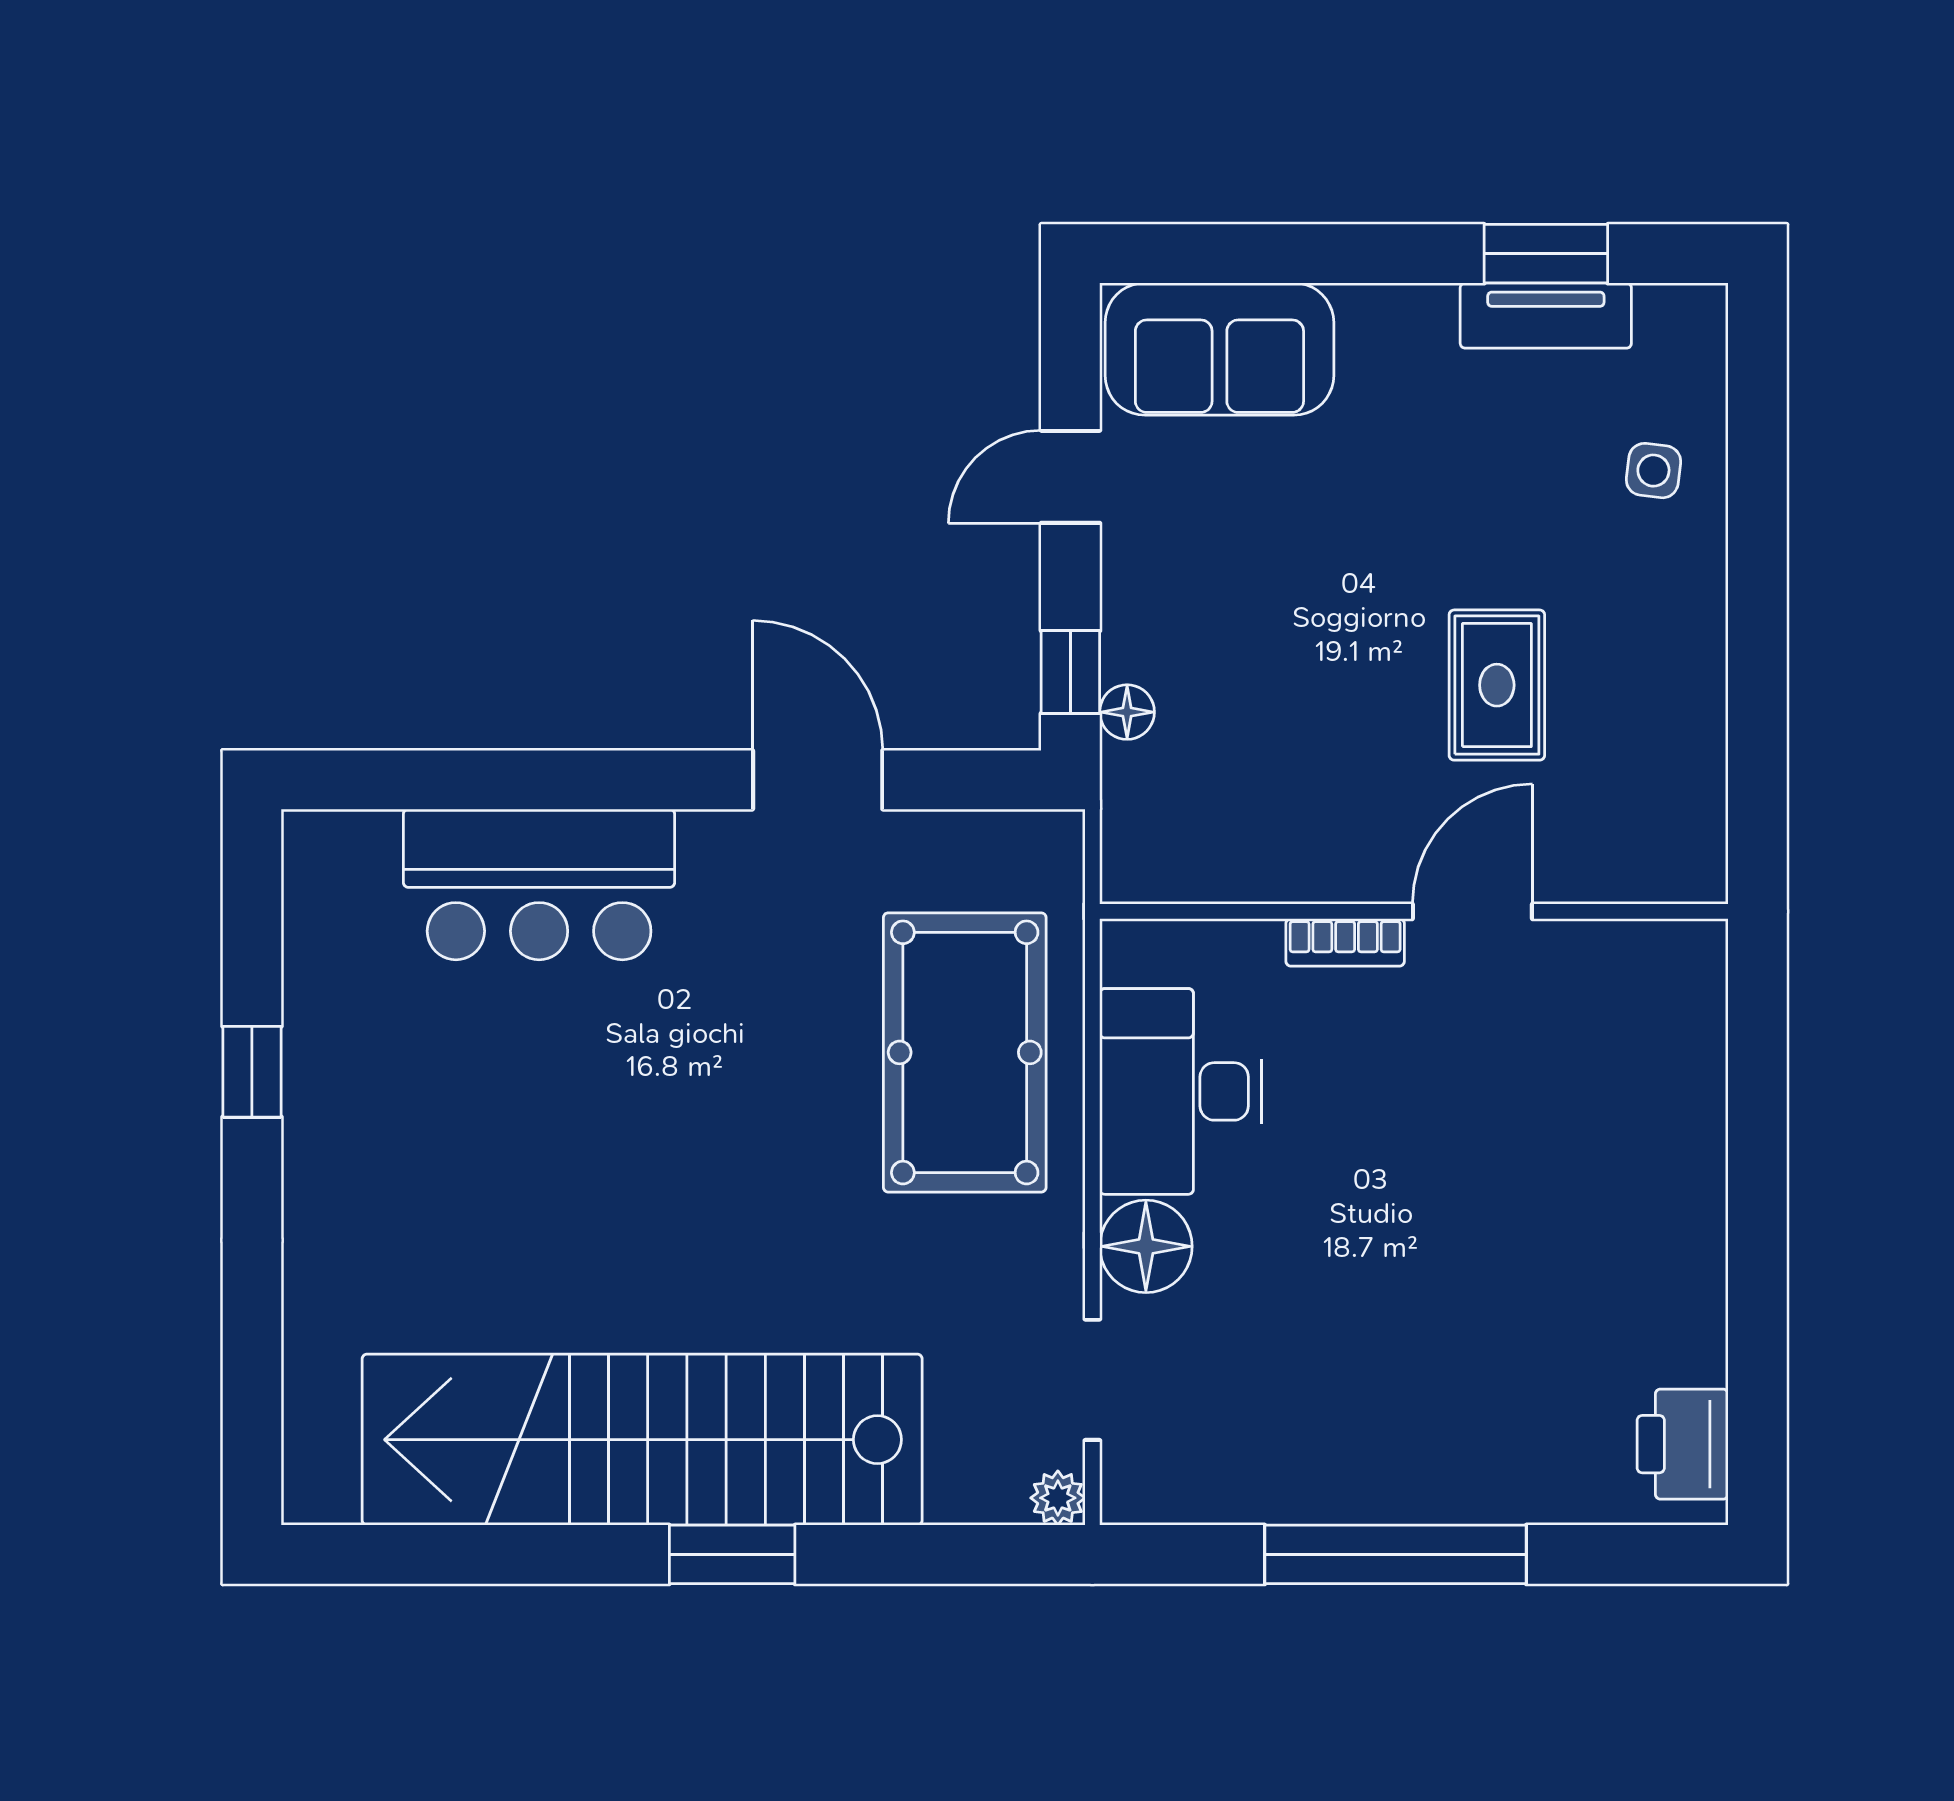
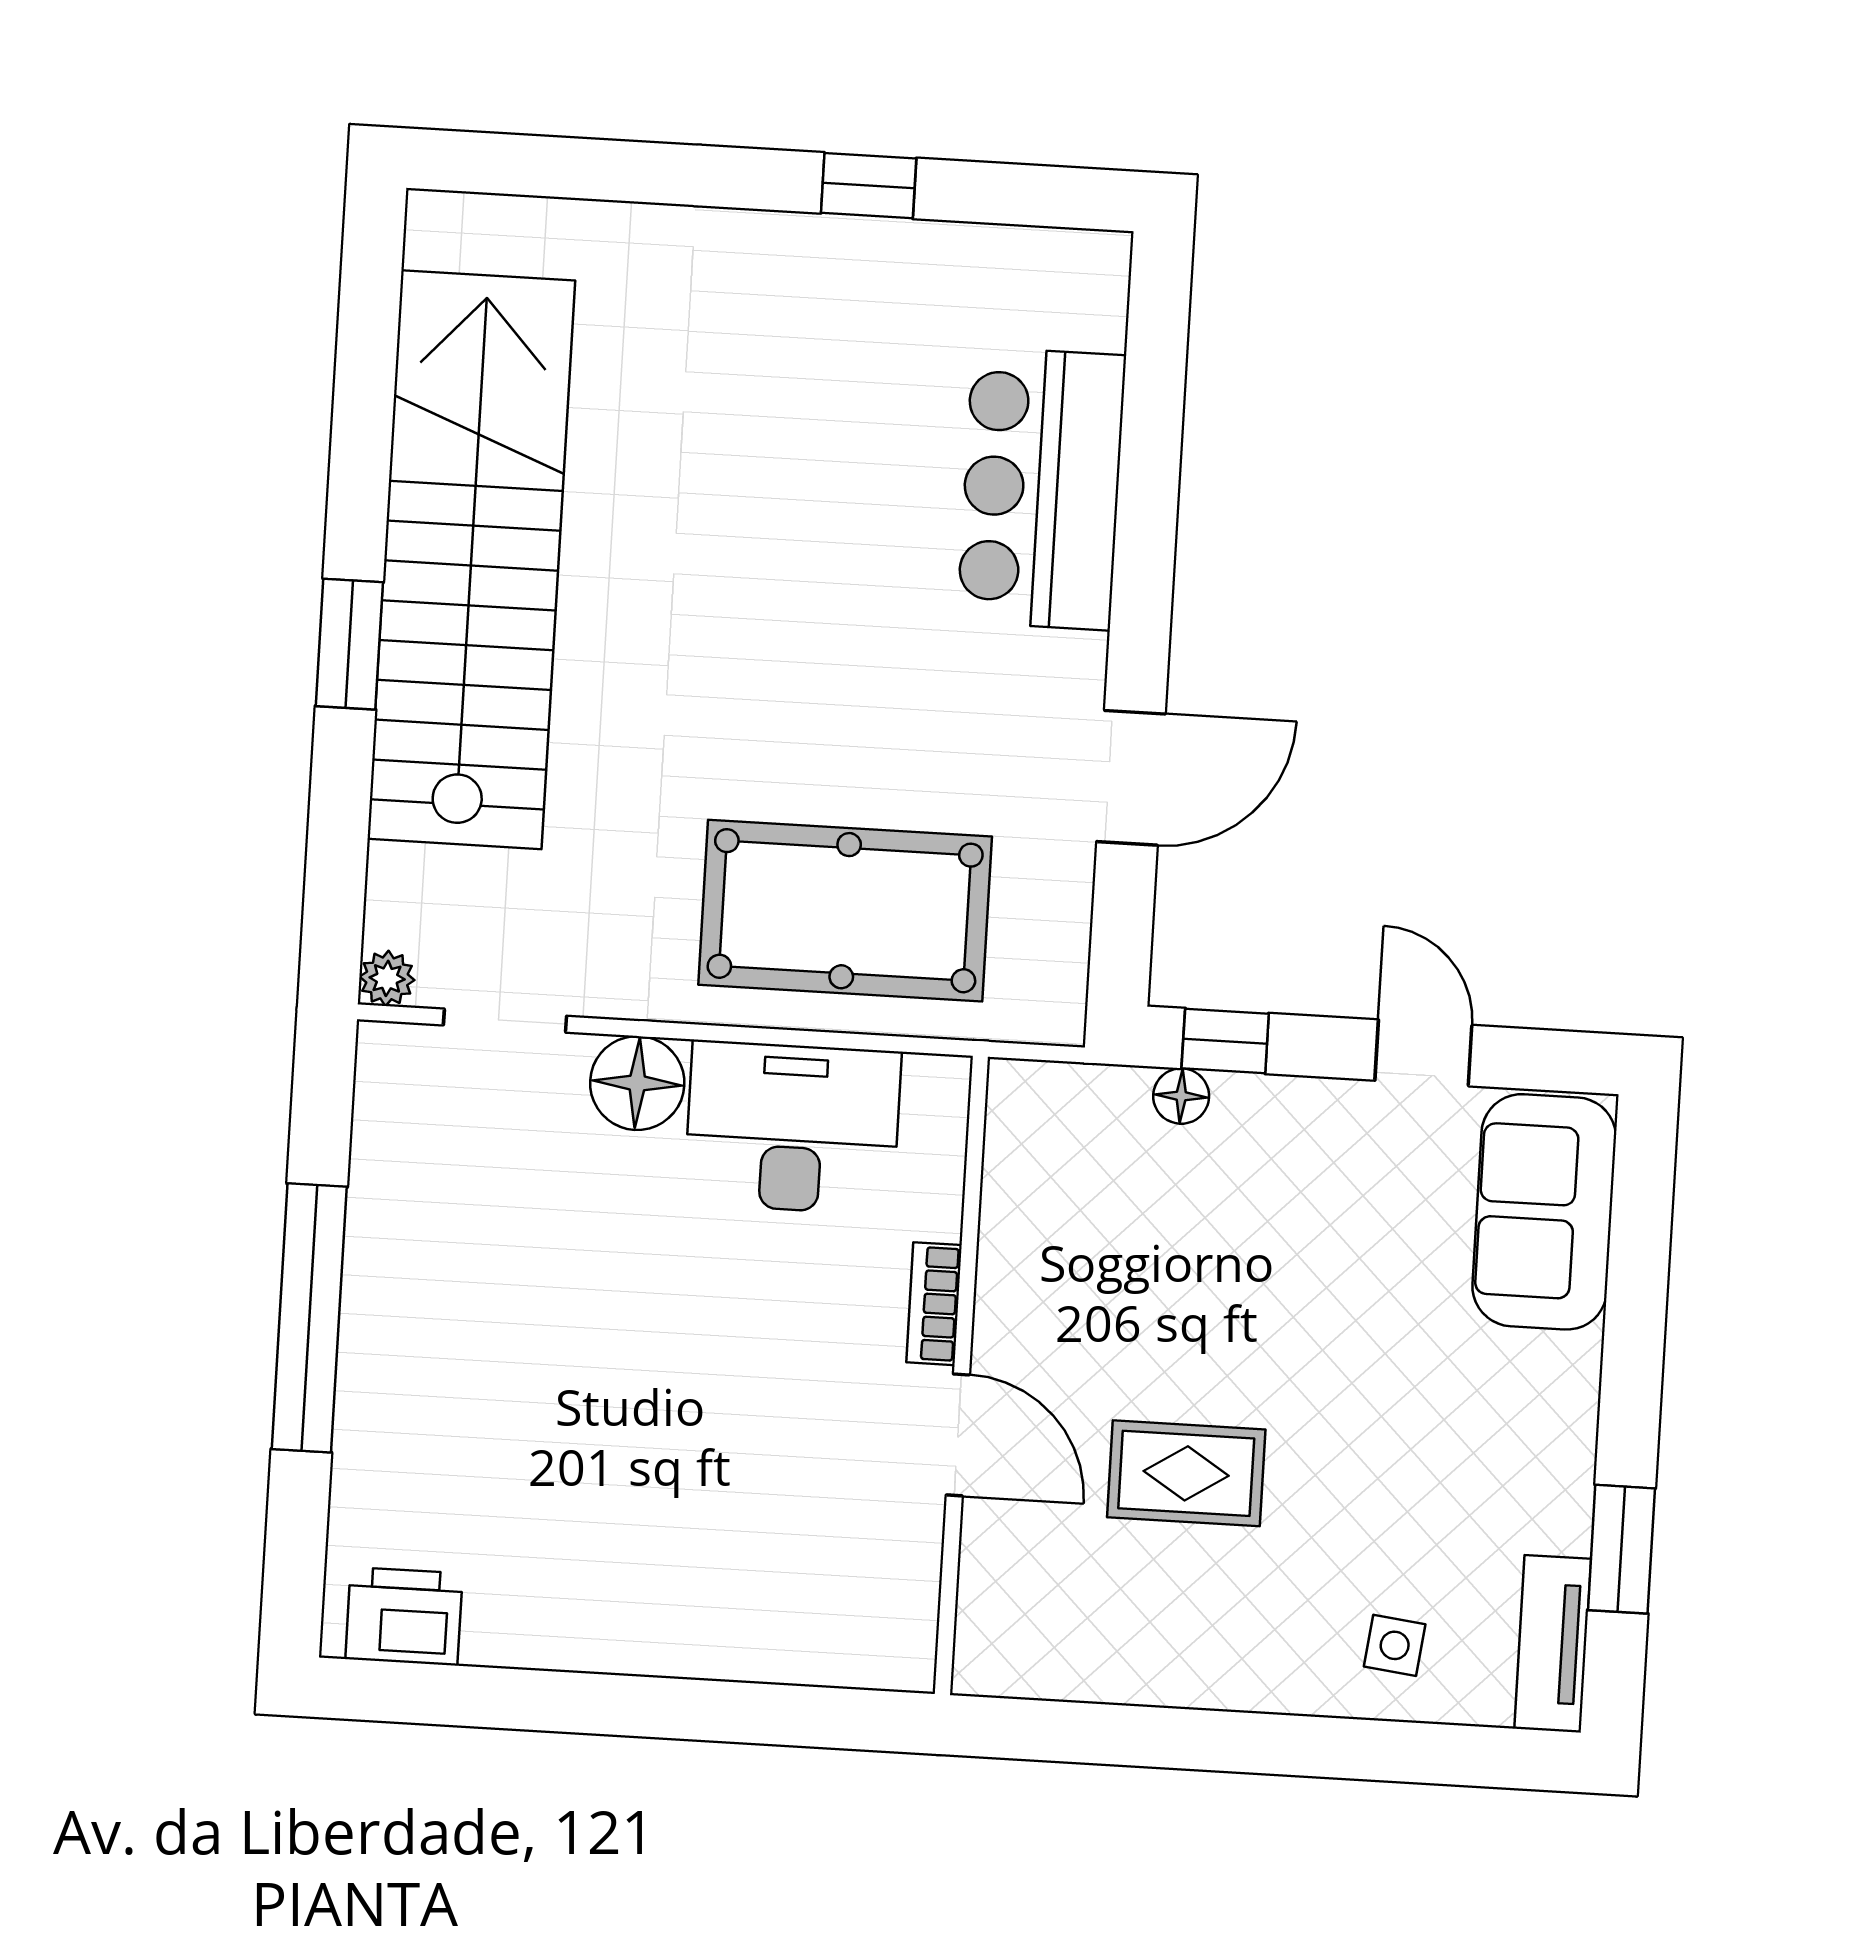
tv unit: (1546, 316) -> (1553, 1644), moved

